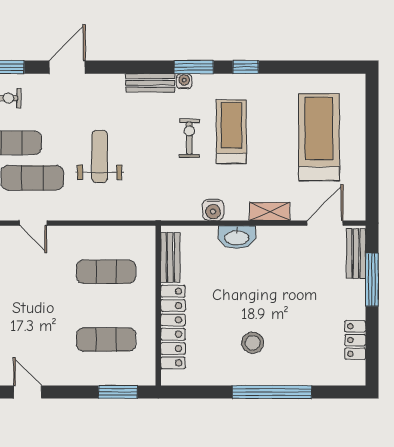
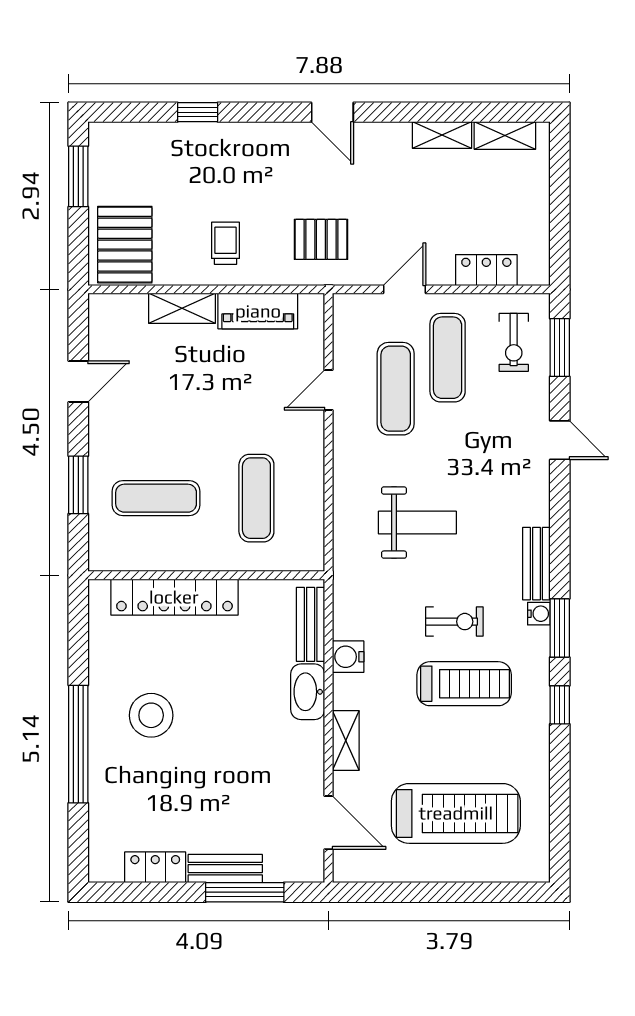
door: (67, 67) -> (560, 440), width x0.73
weight bench: (100, 157) -> (417, 523), moved
bench: (356, 253) -> (225, 869), moved
bench: (170, 257) -> (311, 624), moved, turned 90
exercise mat: (106, 339) -> (156, 498), turned 90
stool: (253, 343) -> (151, 715), width x1.38, depth x1.38
window: (118, 392) -> (78, 485), moved

